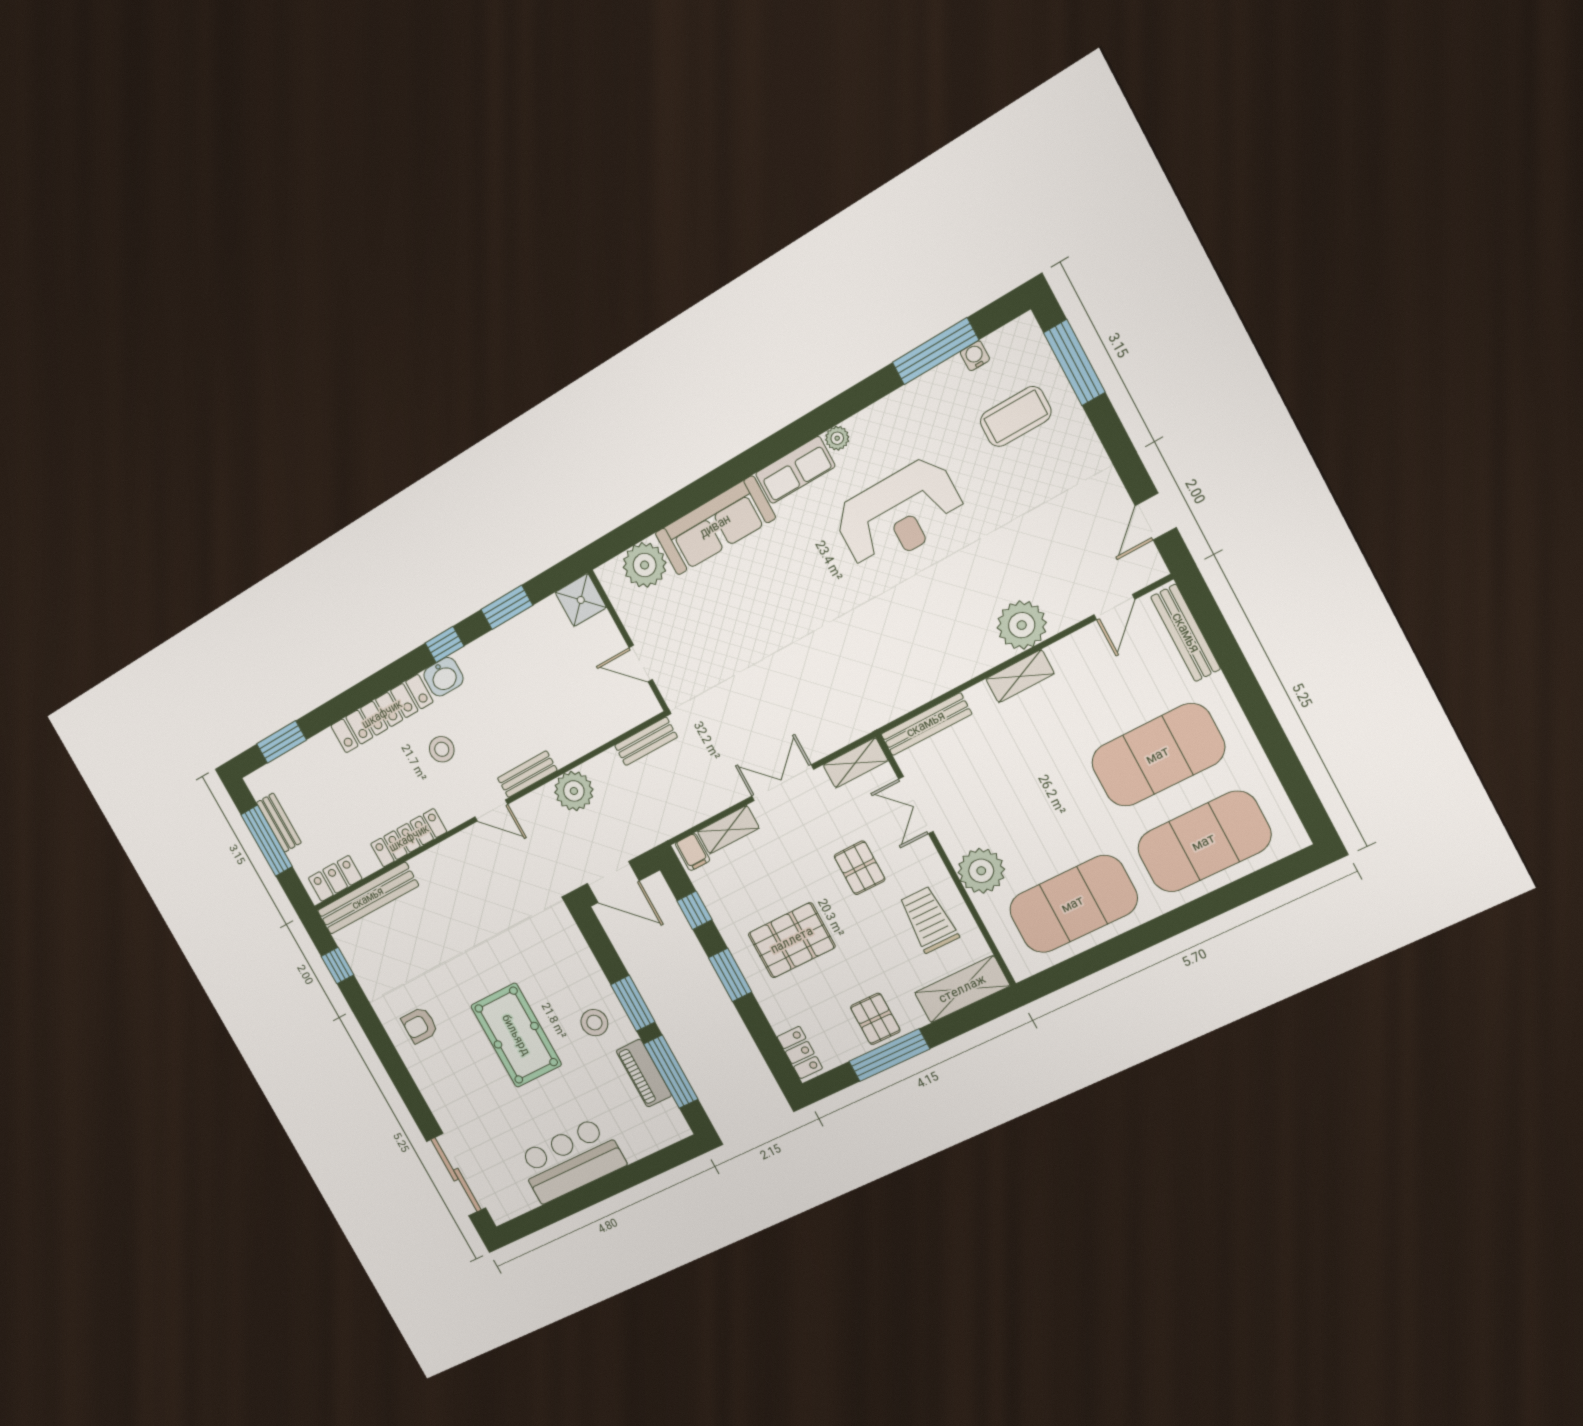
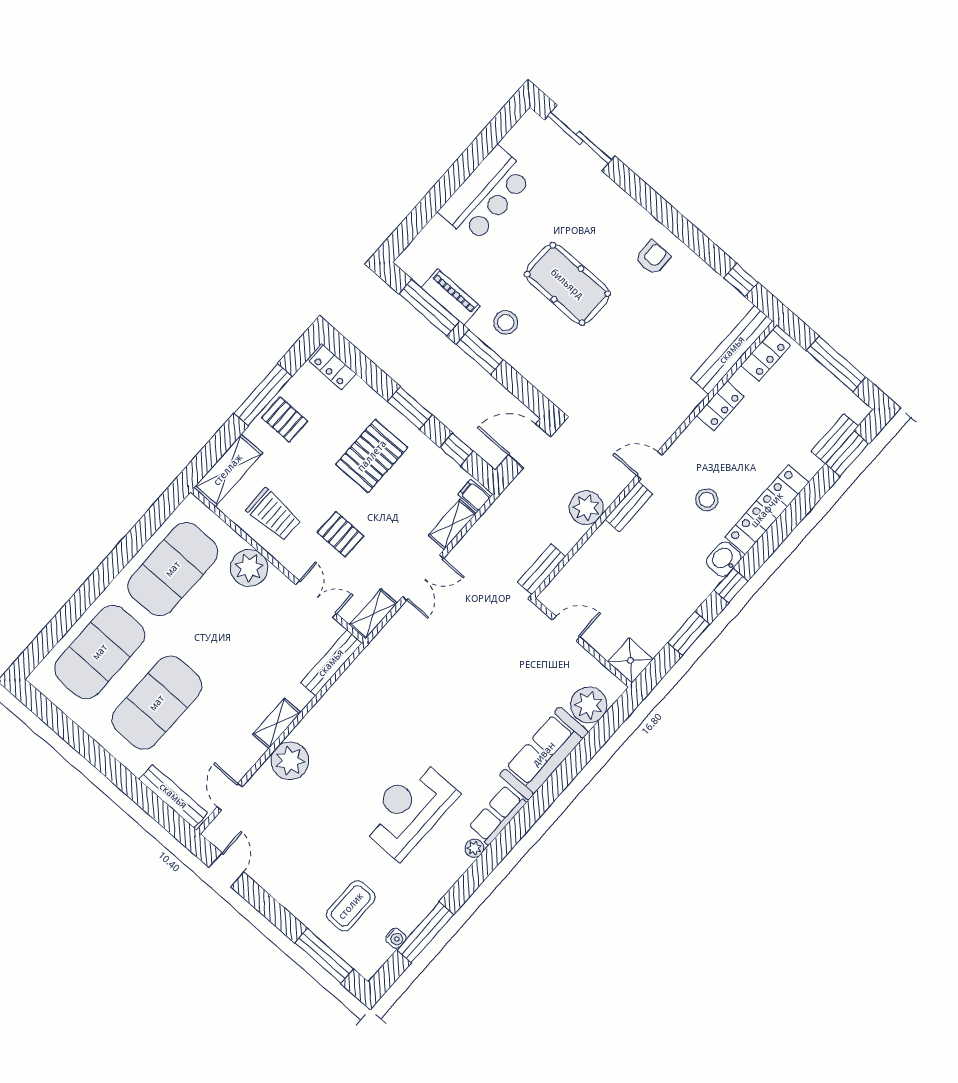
bench: (279, 823) -> (835, 439), moved, turned 90
locker: (409, 838) -> (720, 406), width x0.66

